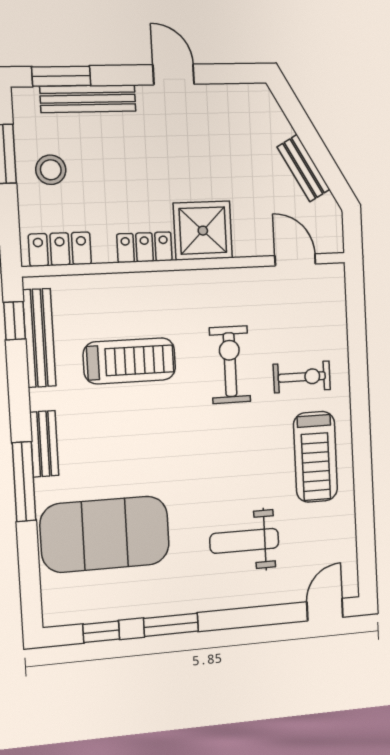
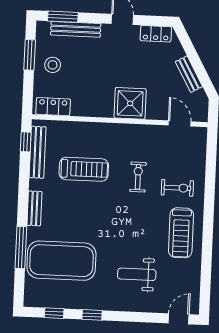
locker: (145, 247) -> (156, 34), moved, turned 180
exercise bike: (230, 365) -> (138, 177), width x0.73, depth x0.72
window: (24, 482) -> (21, 247), moved
window: (171, 625) -> (92, 315), width x0.67

